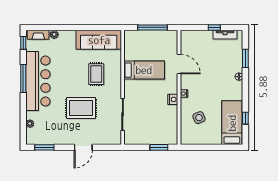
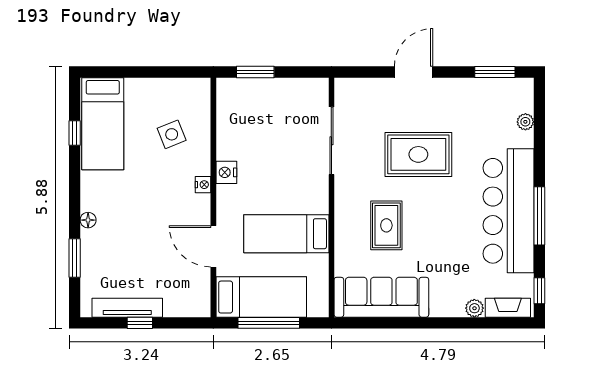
tv unit: (225, 35) -> (127, 308), width x1.41
bed: (156, 40) -> (261, 297), added

